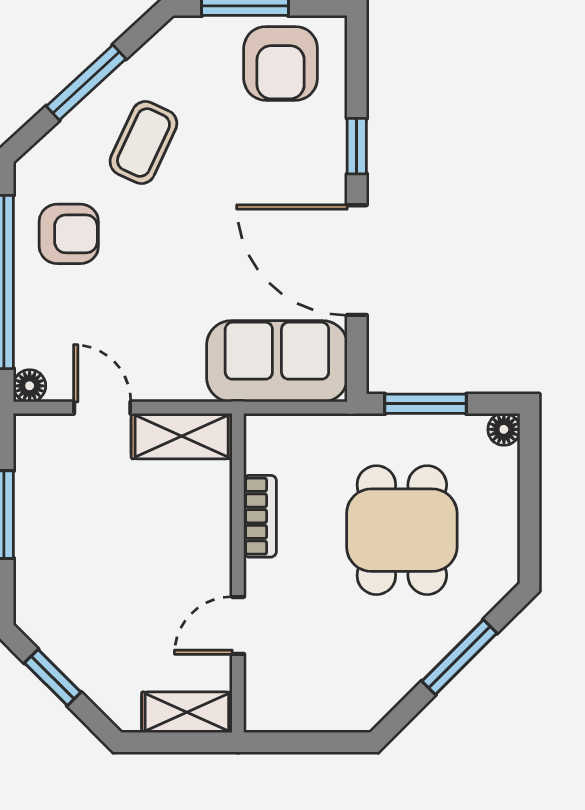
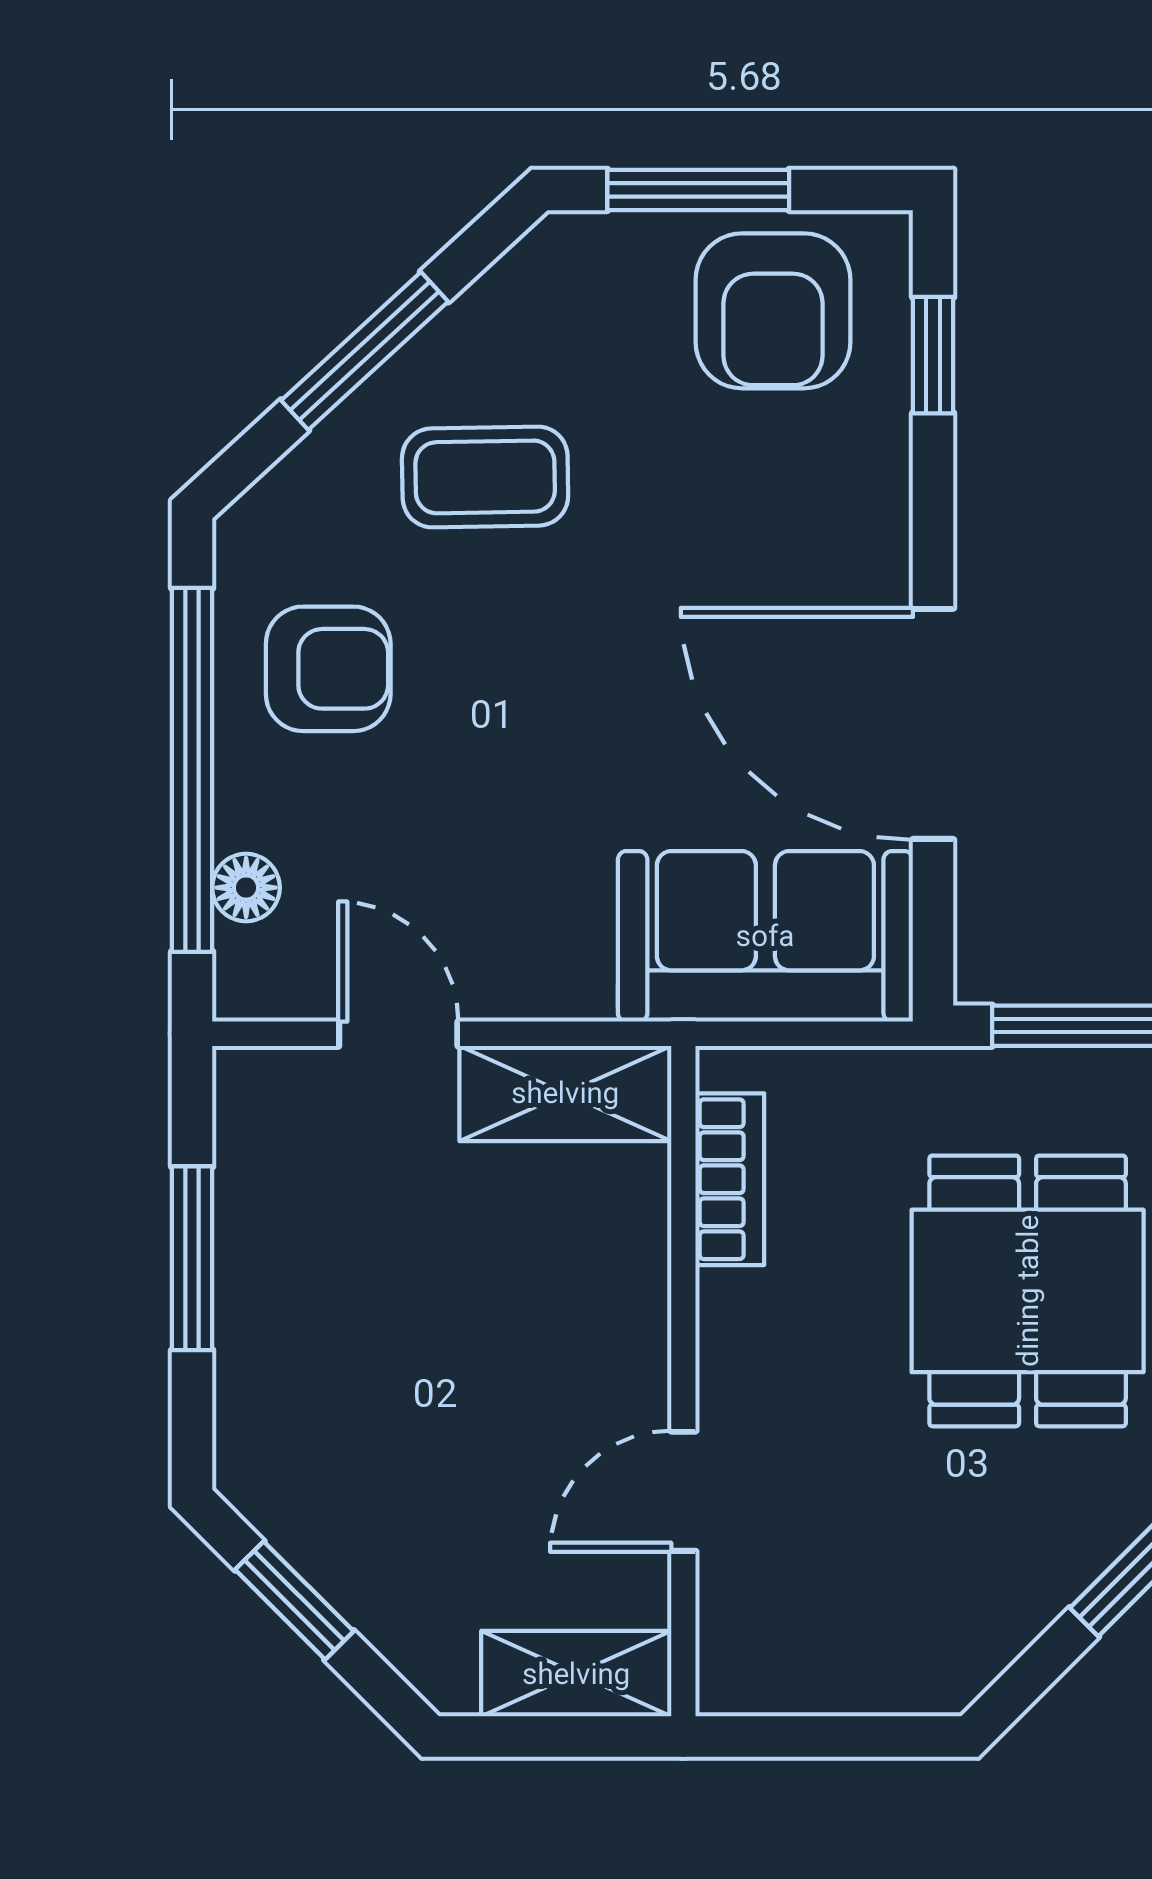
coffee table: (143, 143) -> (485, 477), turned 64
window: (357, 146) -> (933, 355), moved
floor lamp: (30, 386) -> (246, 888), moved
bookcase: (260, 516) -> (730, 1179), moved

